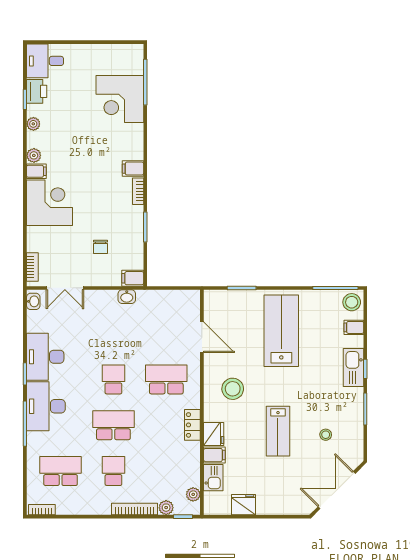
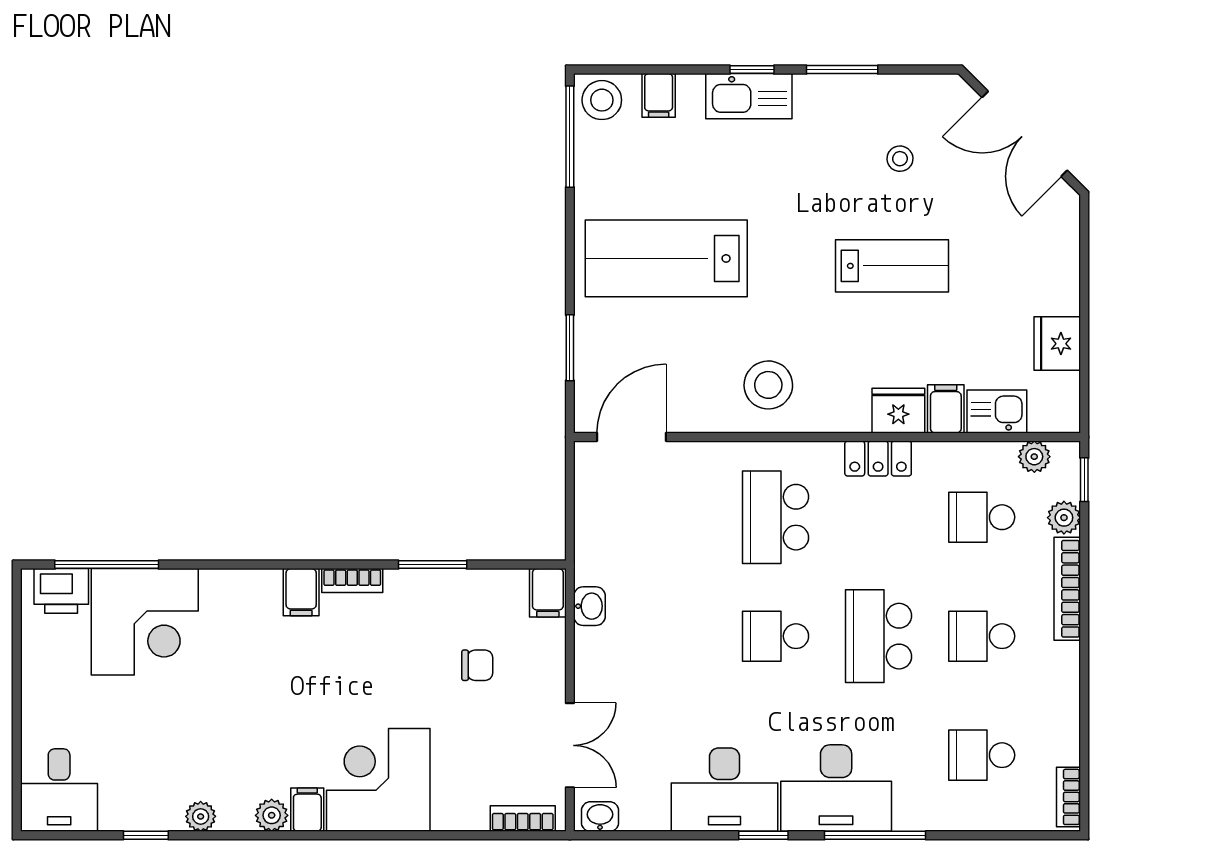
printer: (37, 91) -> (61, 591), moved, turned 180
door: (202, 337) -> (631, 437), moved
stool: (233, 389) -> (768, 385), moved
school desk: (61, 471) -> (982, 755), width x0.54
school desk: (166, 471) -> (982, 517), added

